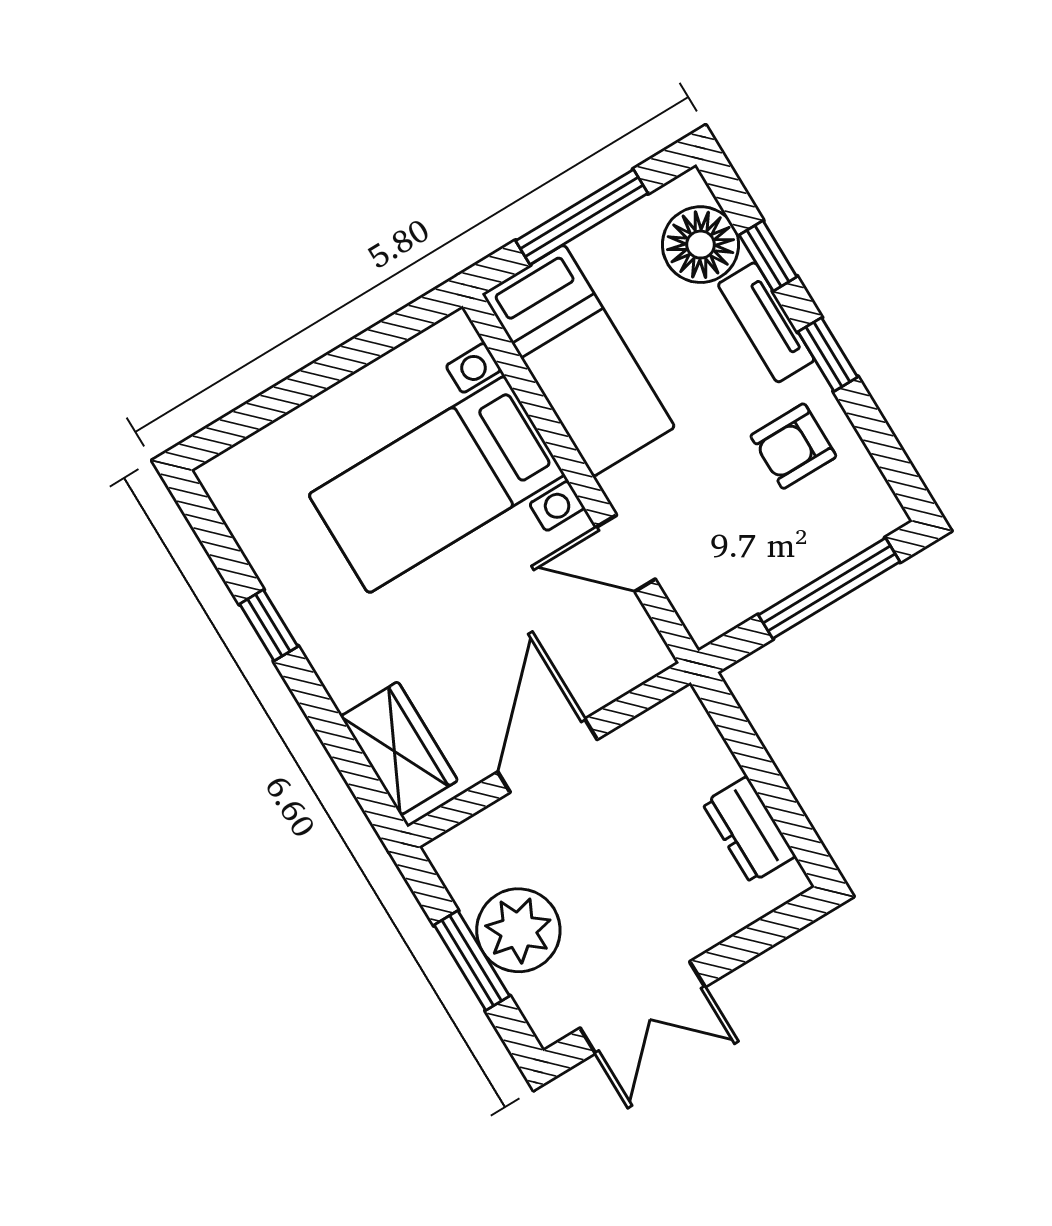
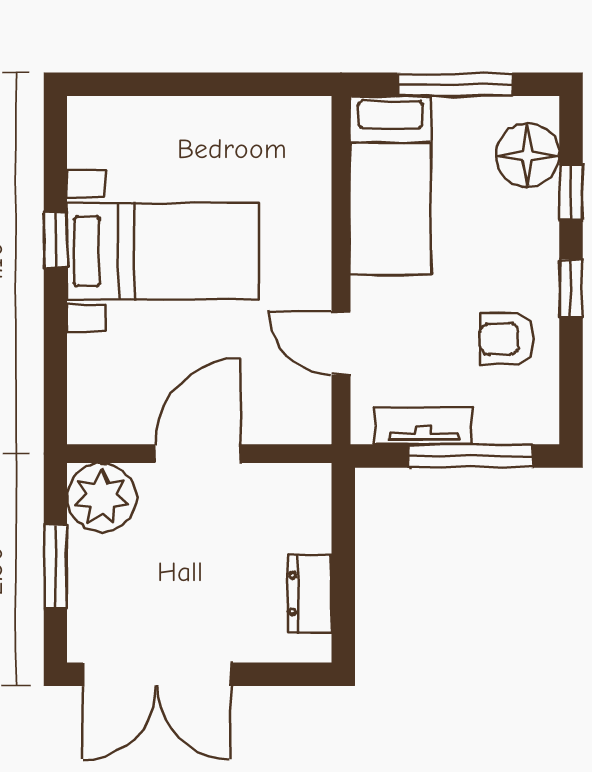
tv unit: (766, 322) -> (424, 426), moved, turned 90
bed with nightstands: (437, 485) -> (163, 251), moved, turned 180
wardrobe: (399, 748) -> (95, 384), removed
plant: (518, 930) -> (102, 498), moved
double door: (643, 1007) -> (157, 674), width x1.37

